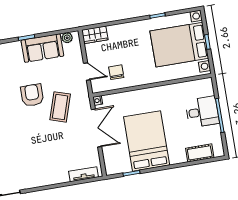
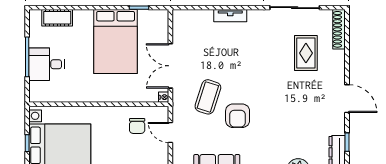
tv unit: (83, 174) -> (230, 16), moved

